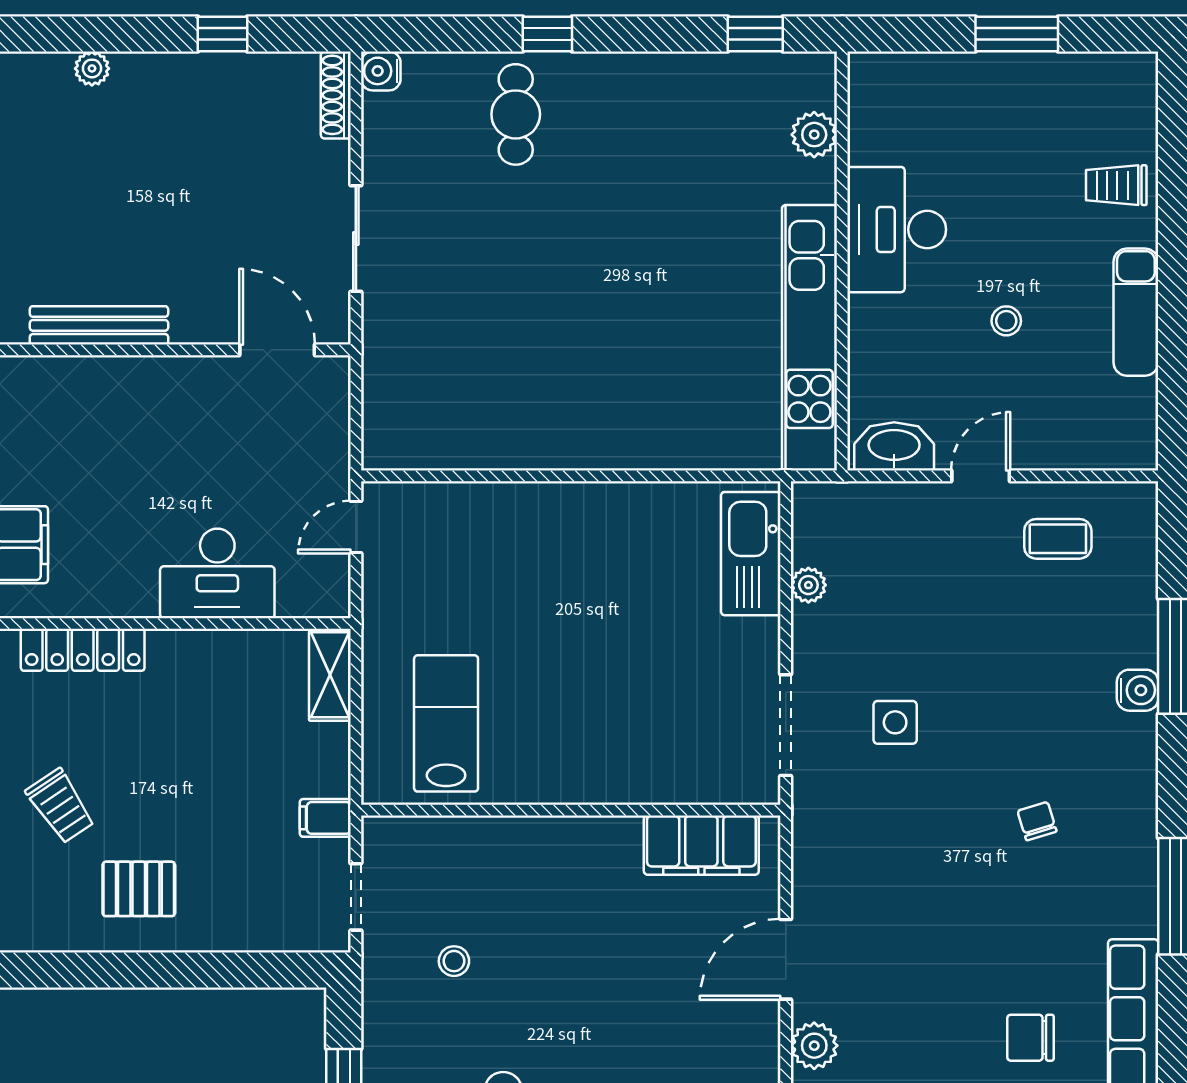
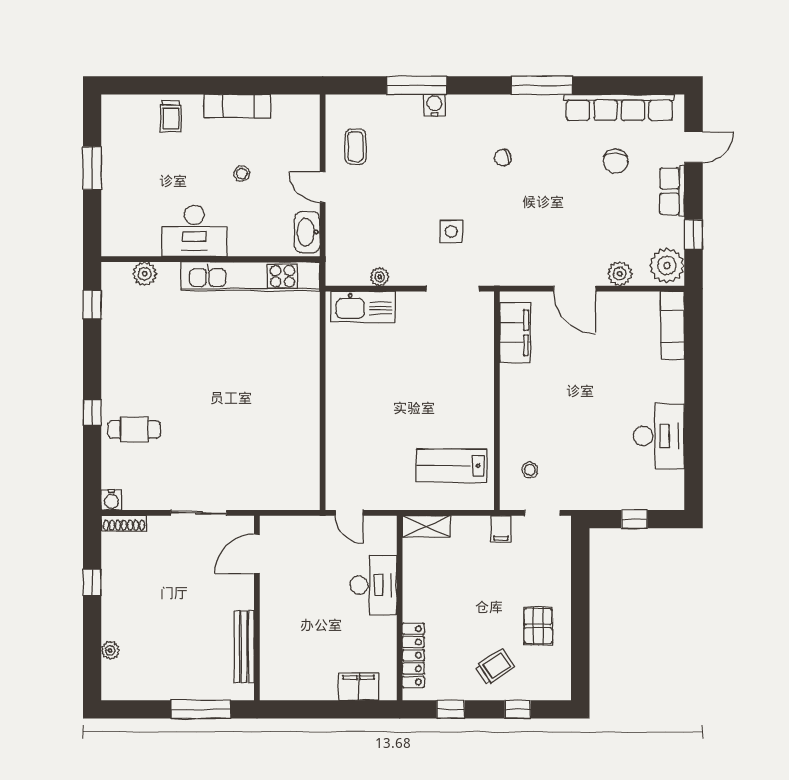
stool: (454, 961) -> (530, 470), moved

